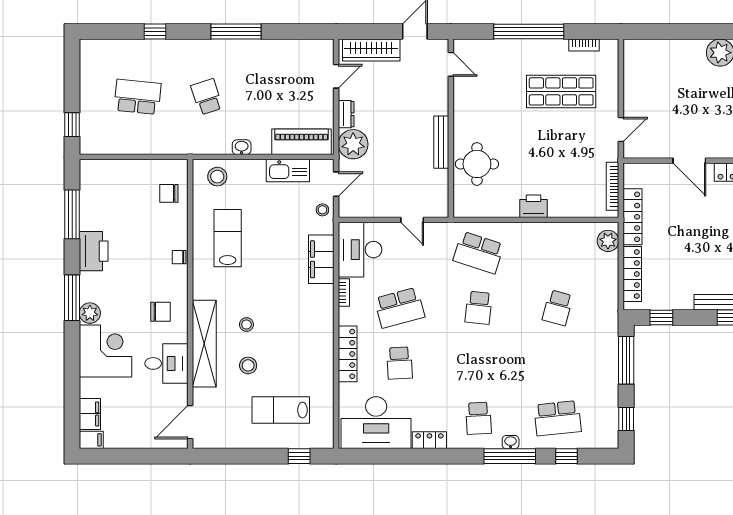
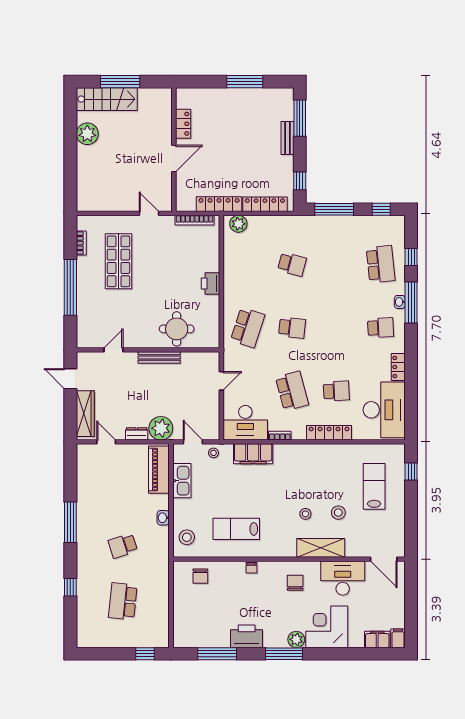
door: (451, 64) -> (113, 350), moved
shelving: (204, 344) -> (321, 548), width x0.68
desk: (166, 363) -> (343, 578), width x1.37
lab bench: (281, 410) -> (374, 486), turned 180

